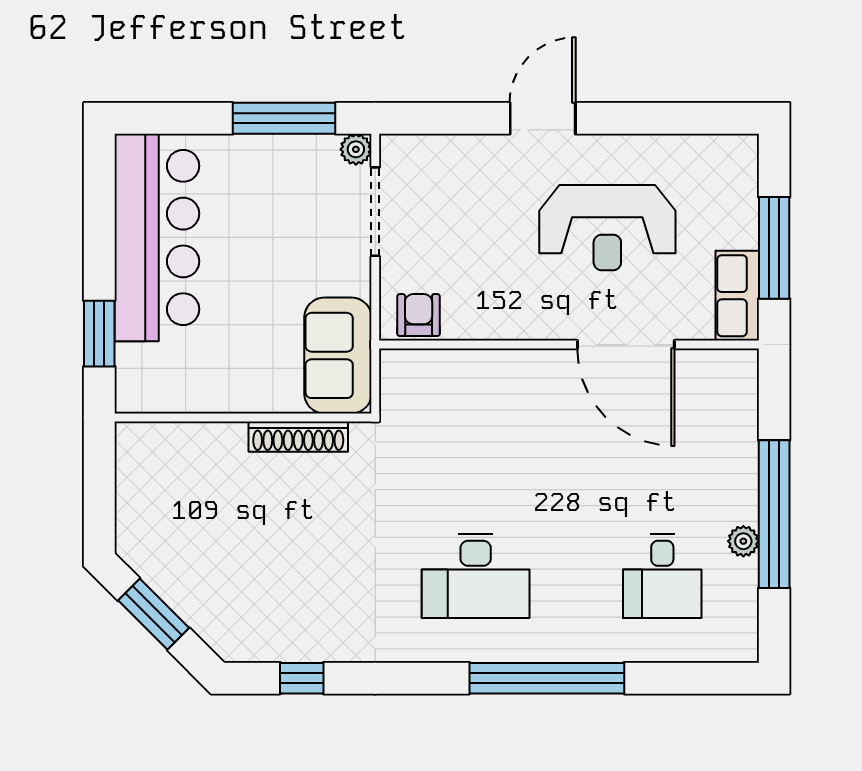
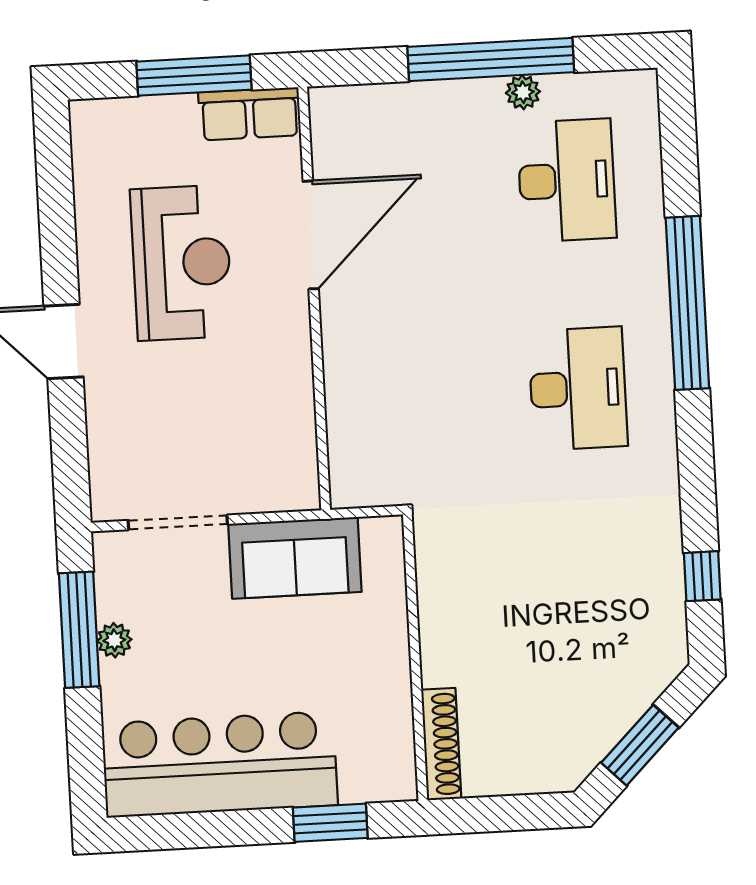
plant: (356, 149) -> (114, 640), moved
armchair: (419, 315) -> (290, 468), removed
sofa: (338, 355) -> (295, 558), moved
shoe rack: (298, 437) -> (441, 744), moved
desk: (662, 576) -> (567, 180), width x1.37

